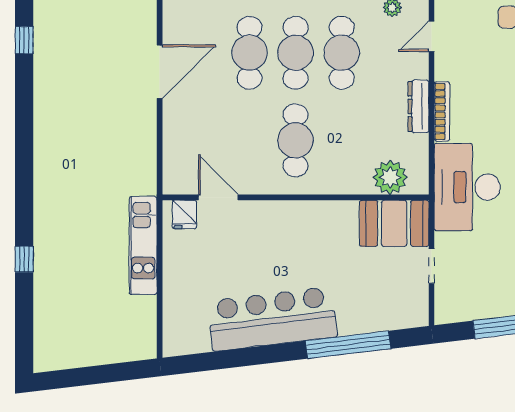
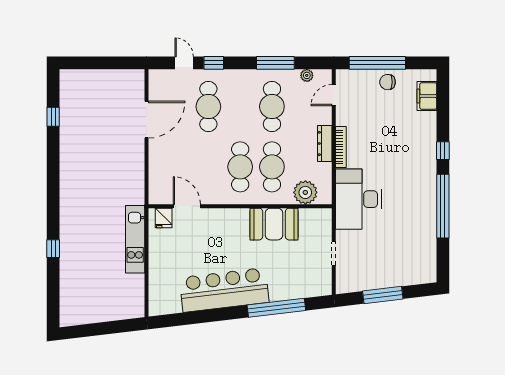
window: (24, 40) -> (53, 117), moved
cafe table: (296, 53) -> (272, 167), moved
booth: (394, 223) -> (274, 224), moved

